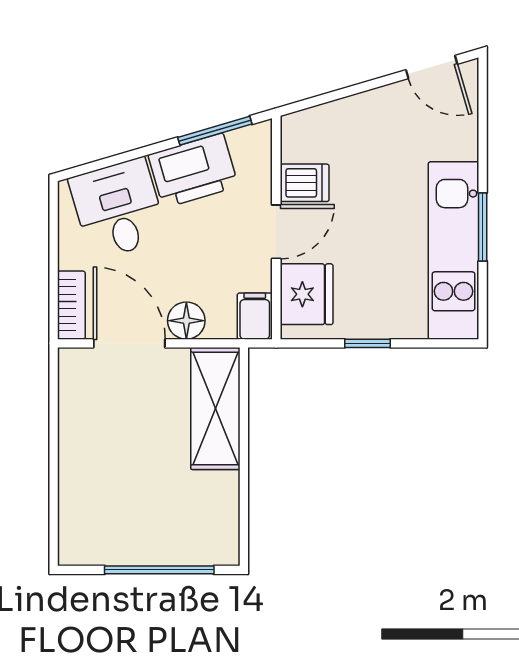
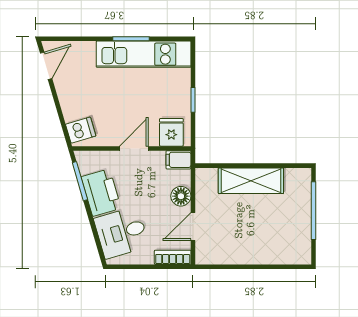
dishwasher: (305, 183) -> (81, 130), moved, turned 74
door: (276, 232) -> (134, 148), hinge flipped
fridge: (307, 294) -> (171, 132), width x0.72
door: (129, 343) -> (193, 226), width x0.73
shelving: (215, 408) -> (251, 181), moved

